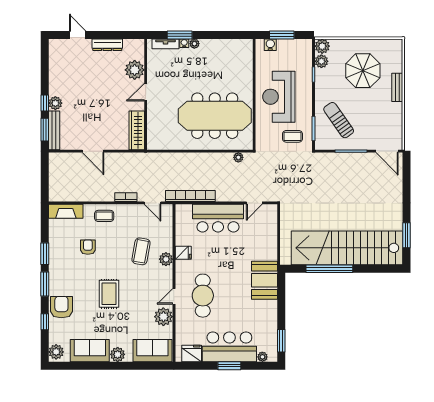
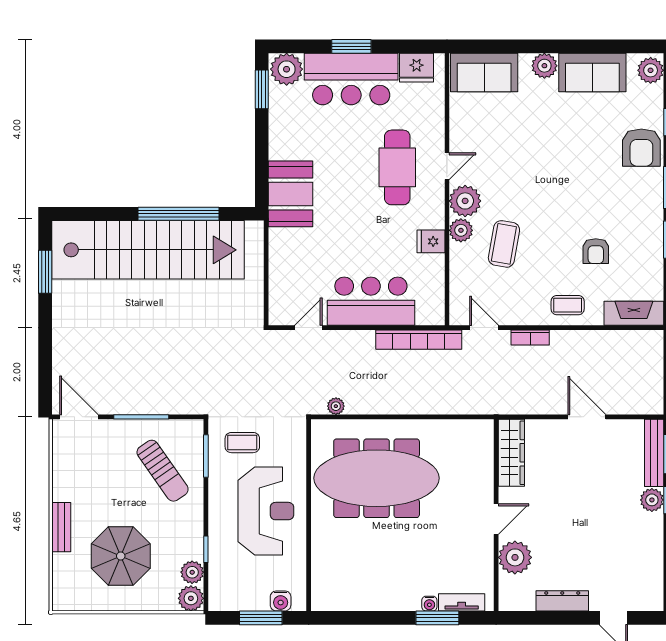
plant: (194, 44) -> (412, 603), removed
rug: (109, 294) -> (559, 171), removed
plant: (163, 317) -> (465, 201), moved
plant: (262, 357) -> (287, 69), width x1.88, depth x1.88

